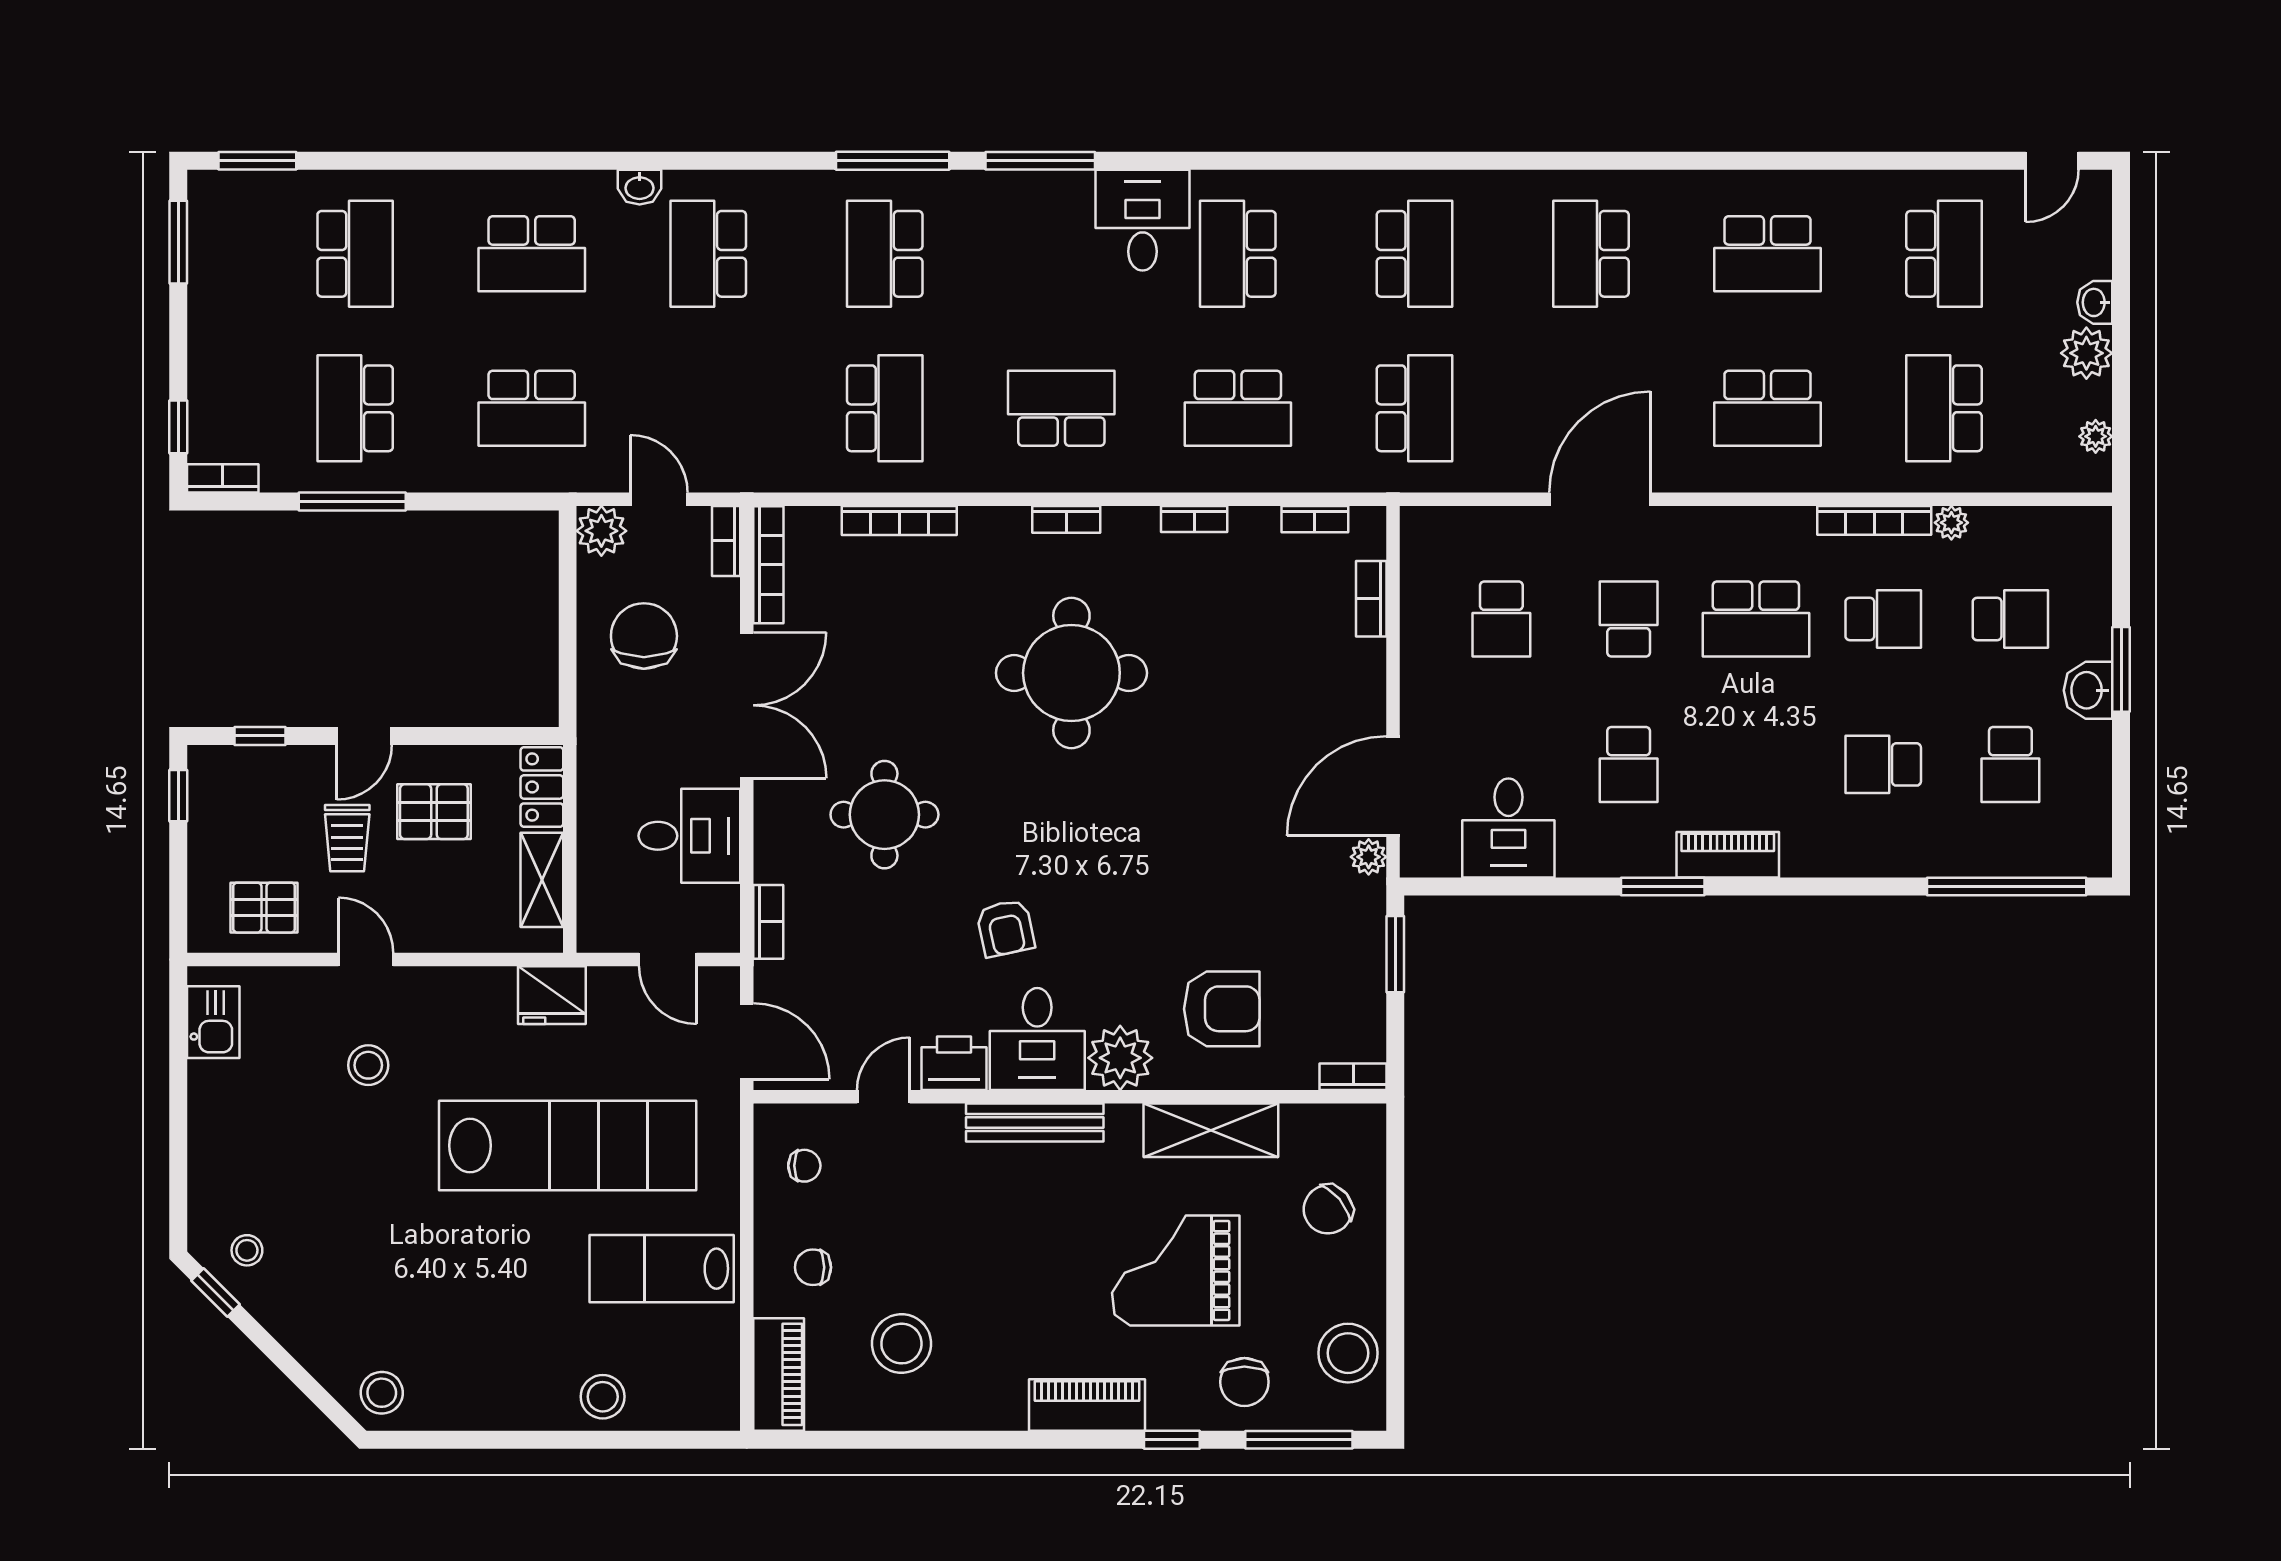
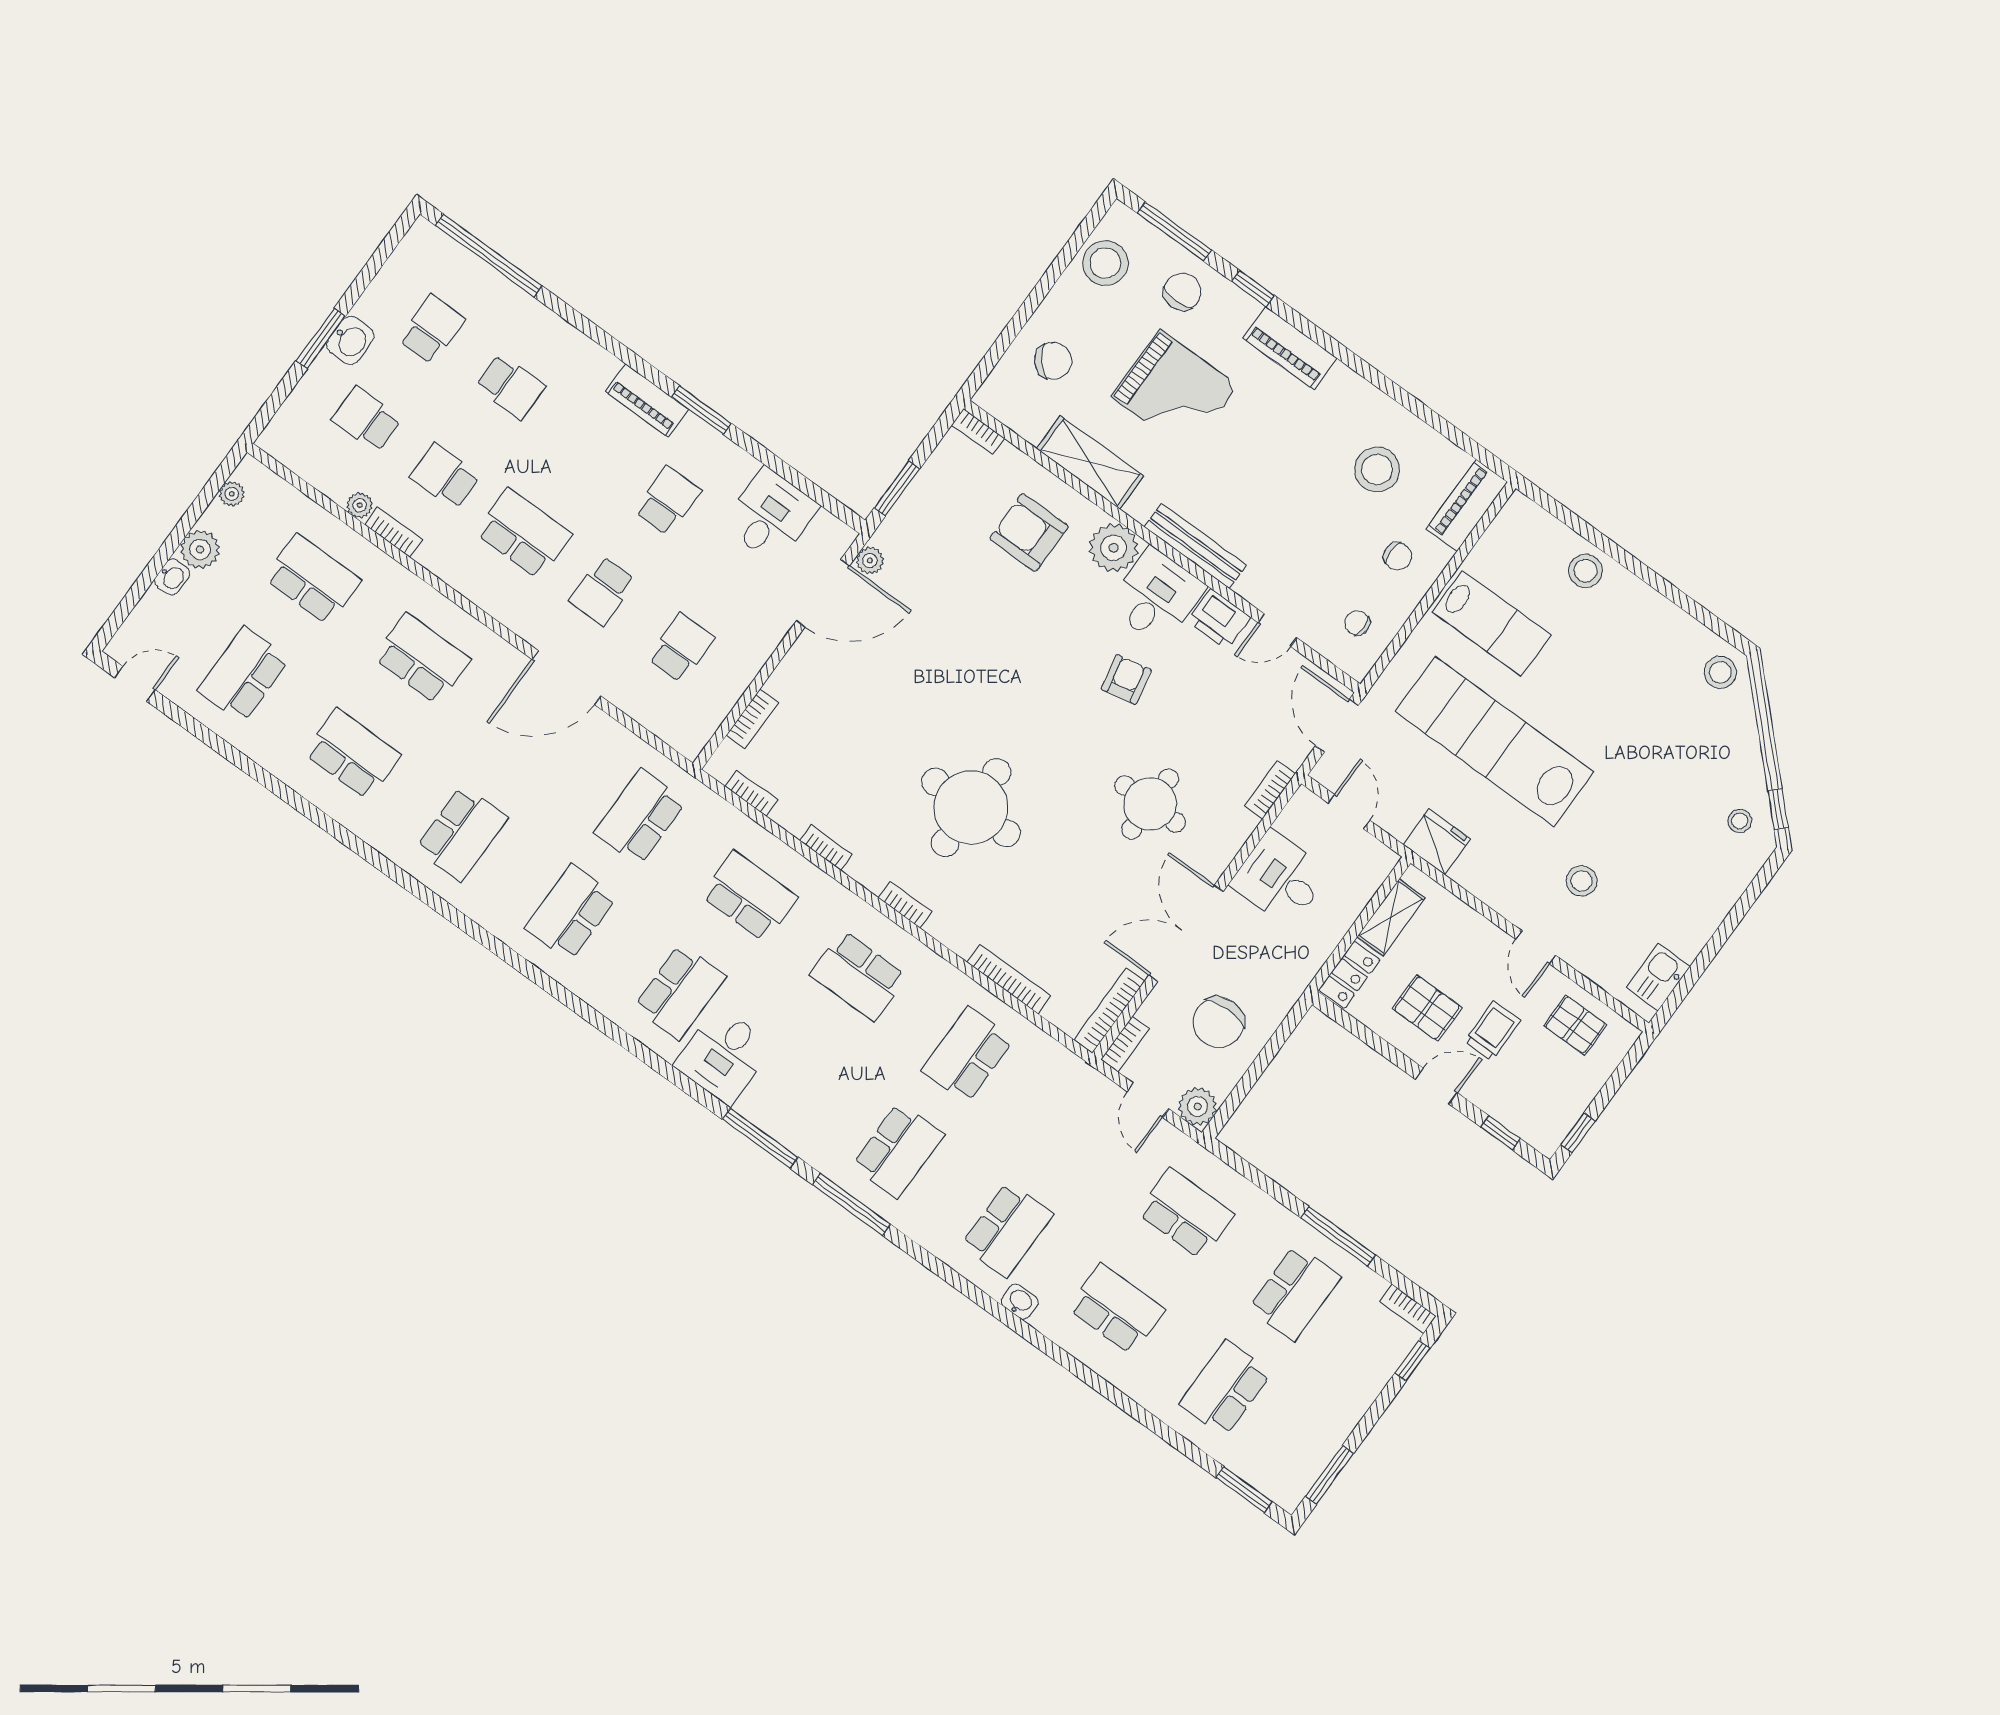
school desk: (1944, 408) -> (313, 579), turned -90
bookcase: (1874, 520) -> (394, 532), width x0.64

